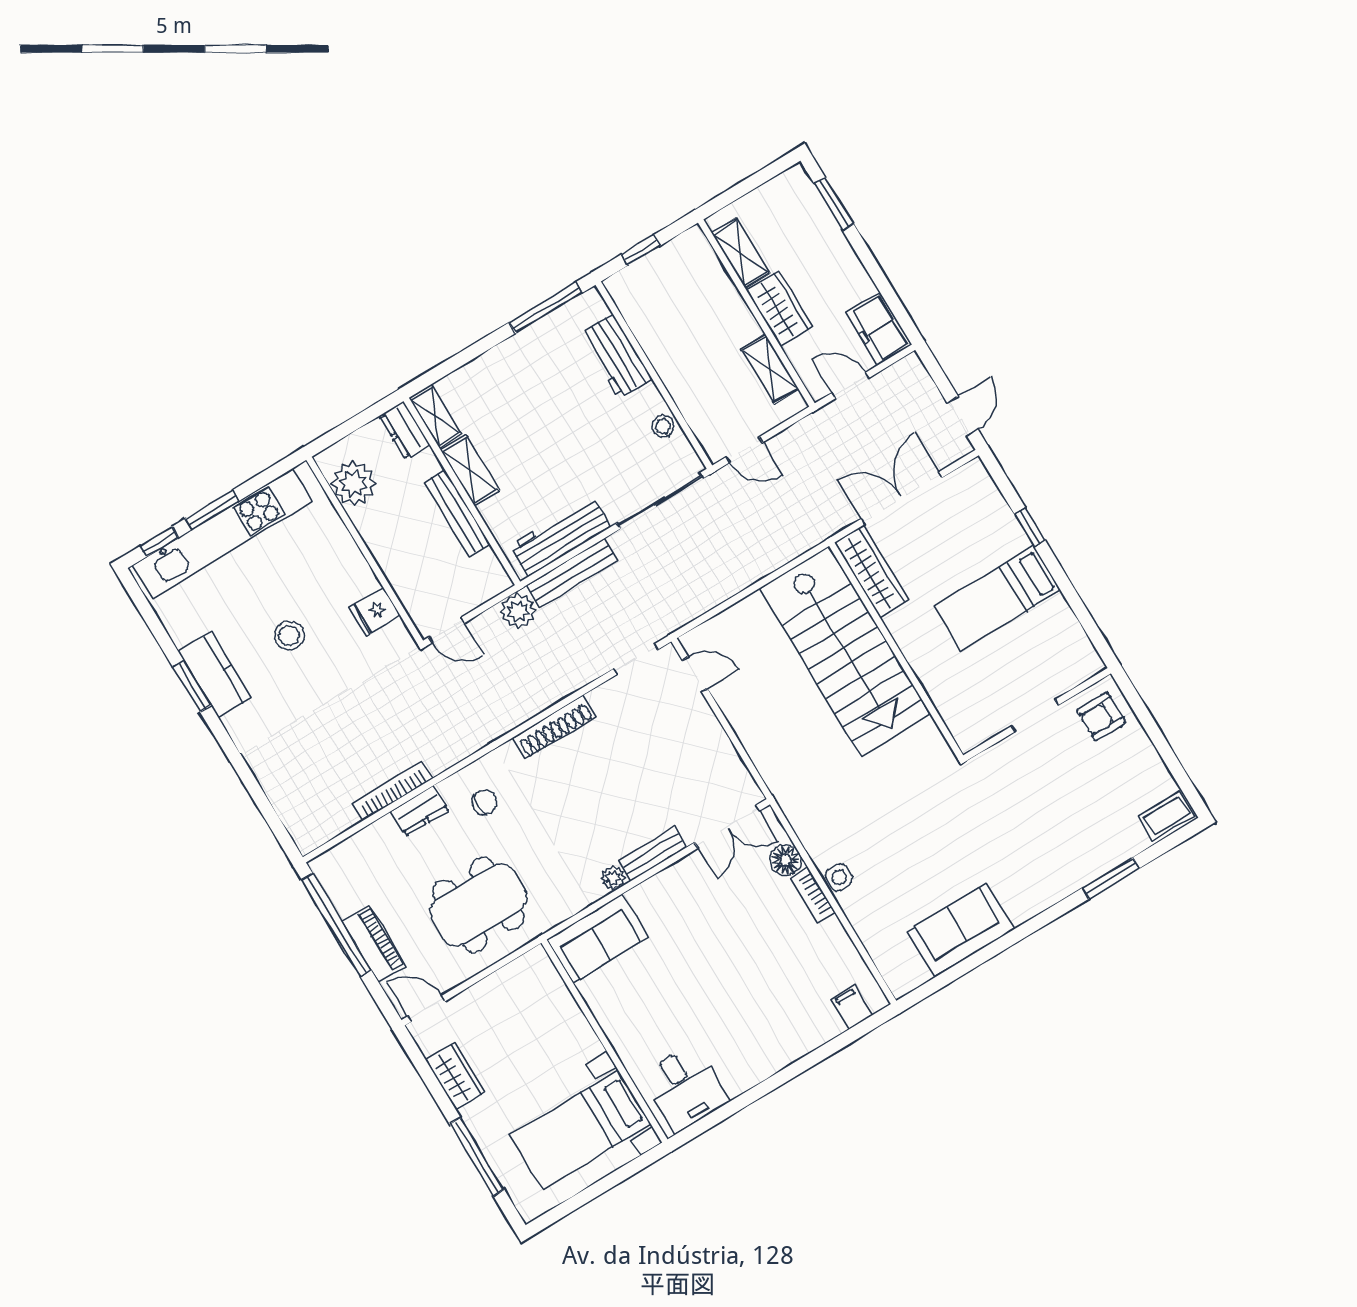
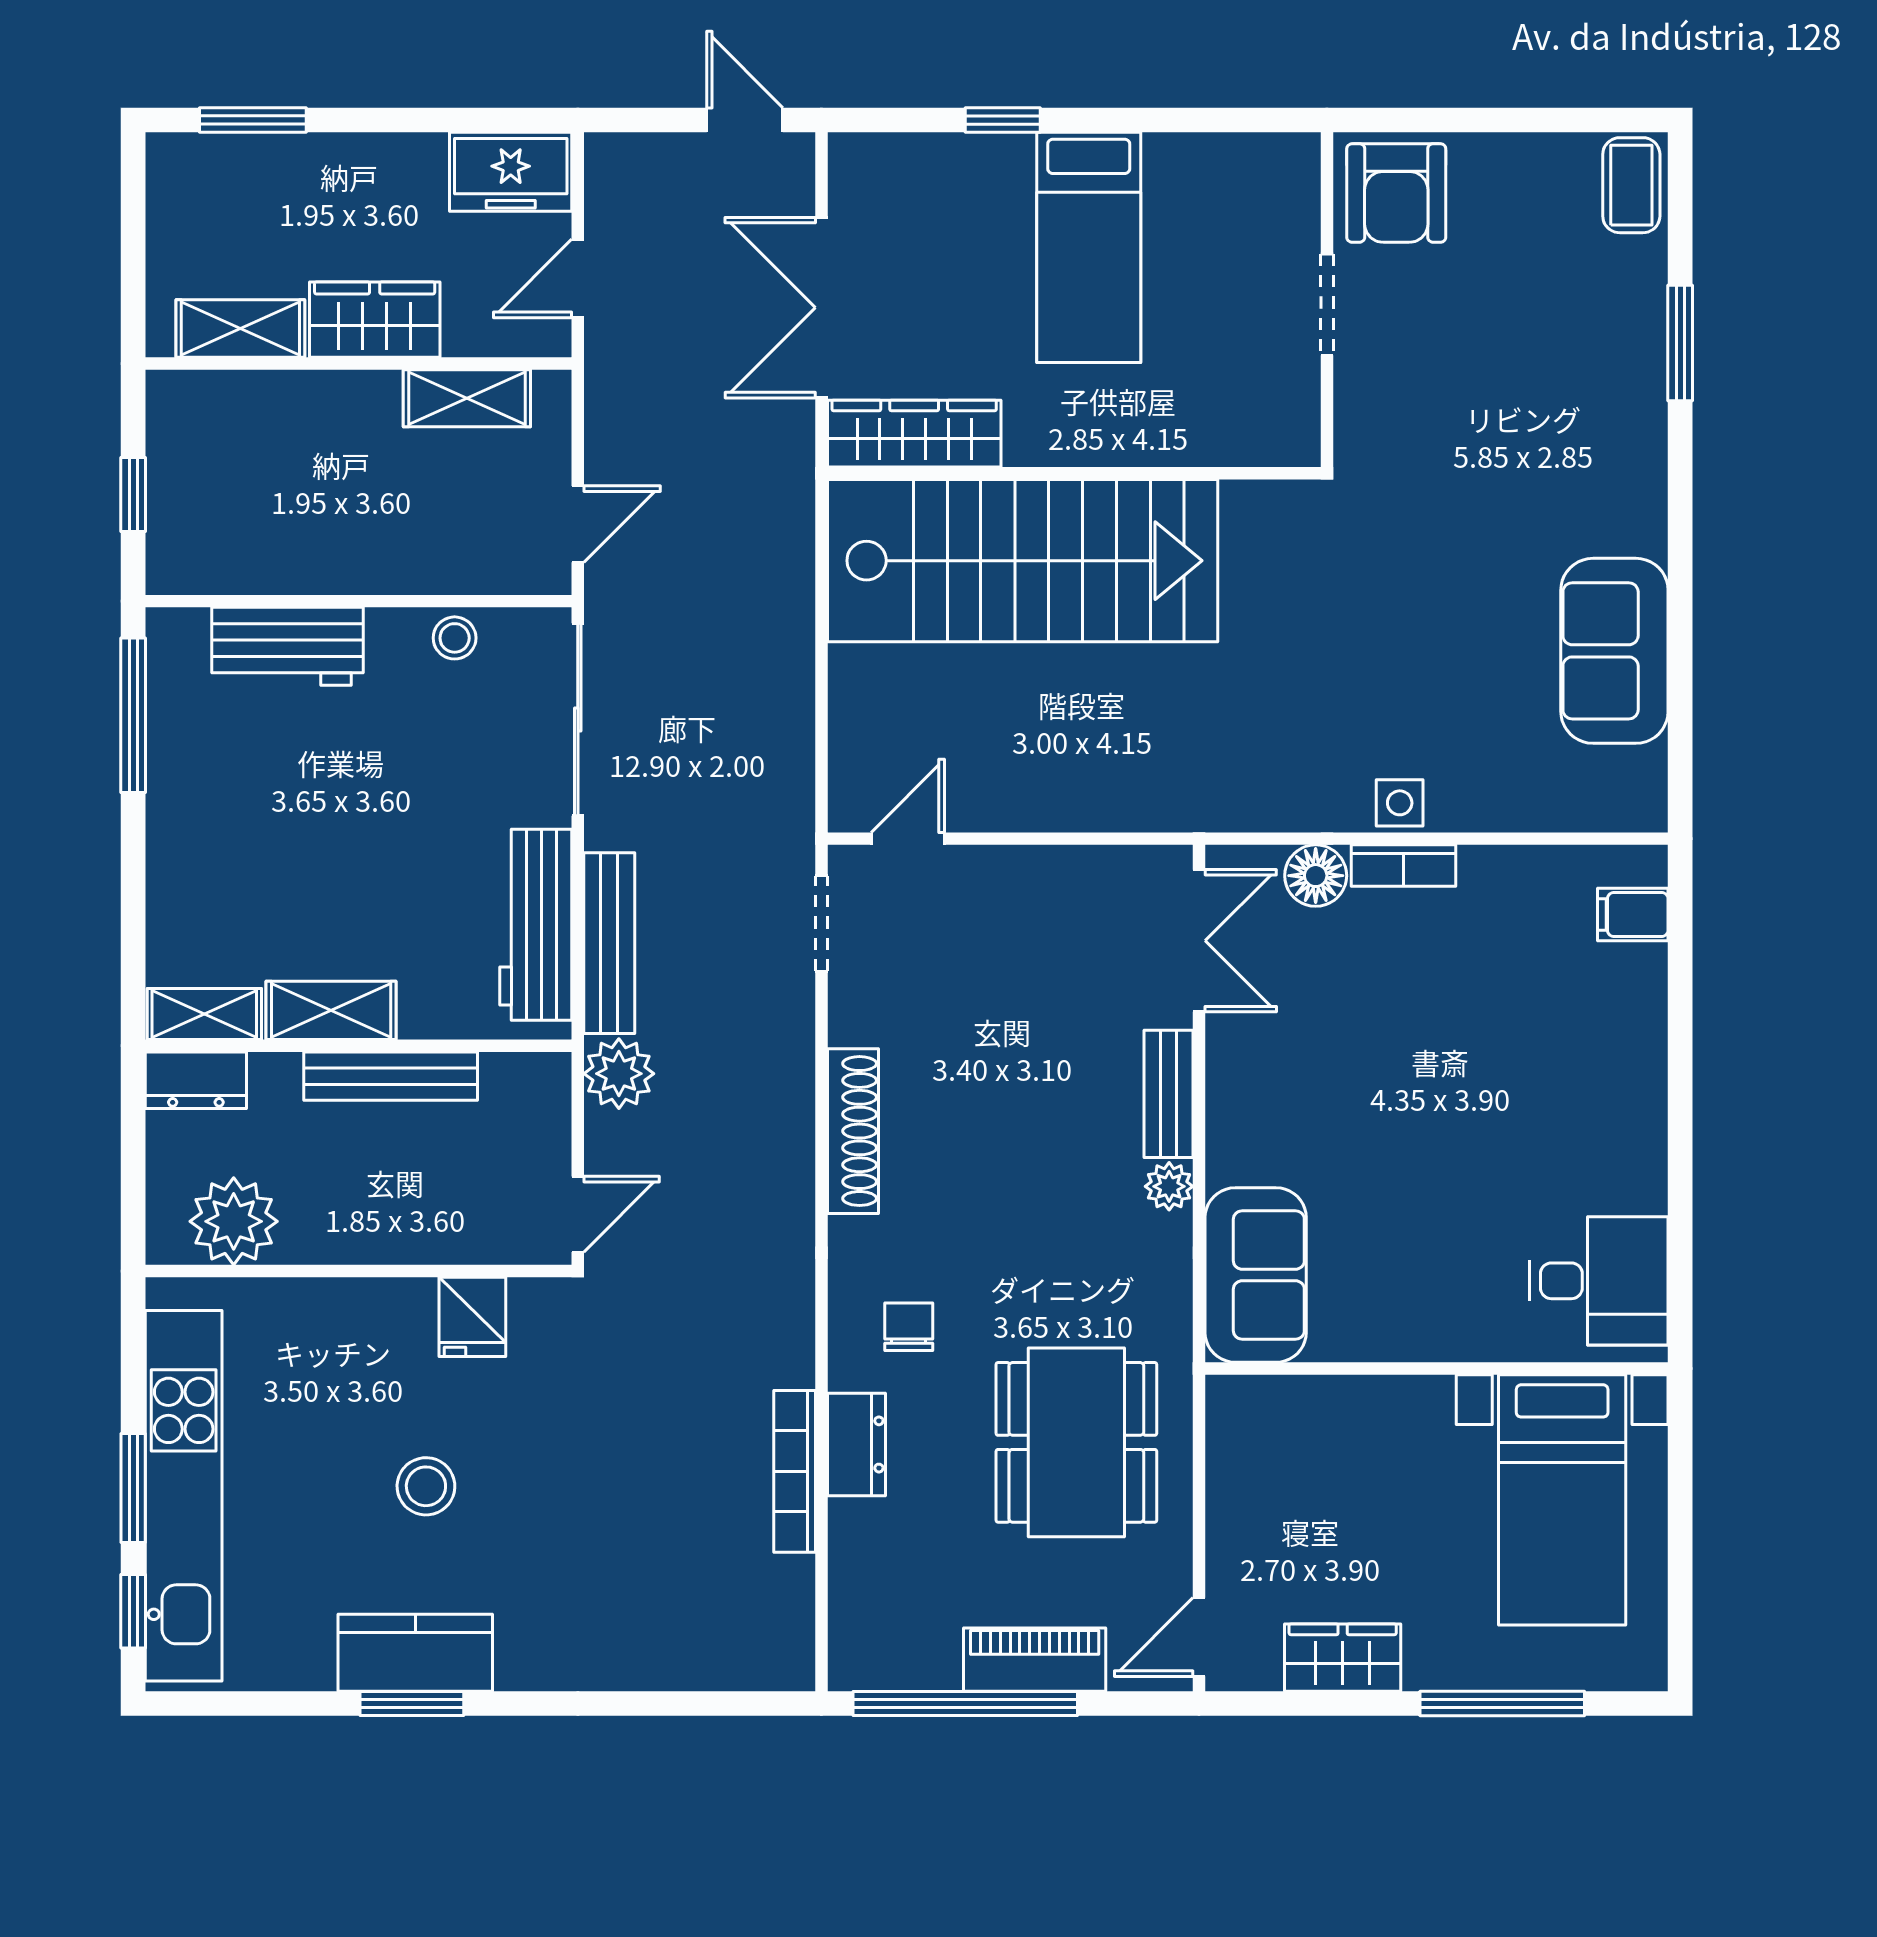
armchair: (1101, 716) -> (1396, 193), width x1.38, depth x1.38

